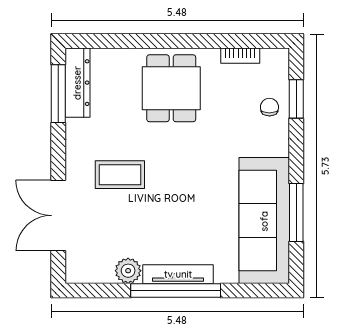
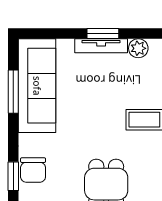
chair: (269, 107) -> (33, 170), width x1.87, depth x1.87
window: (176, 290) -> (103, 34), width x0.47

